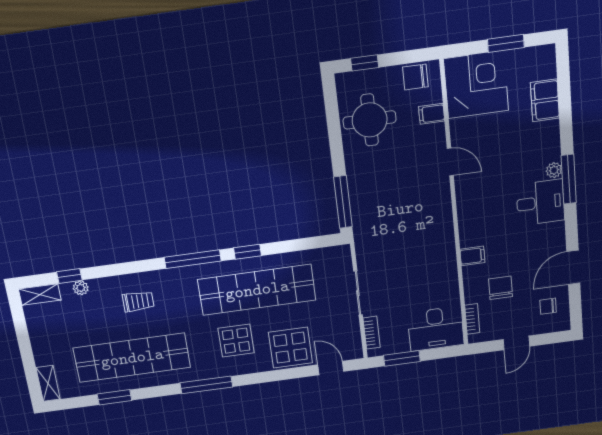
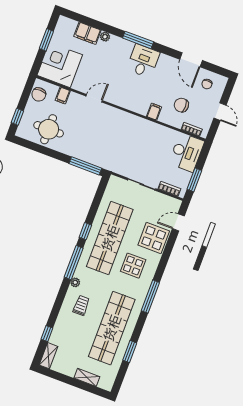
plant: (554, 170) -> (105, 37), moved
plant: (81, 288) -> (75, 282), moved
shelving: (48, 383) -> (87, 377), moved

